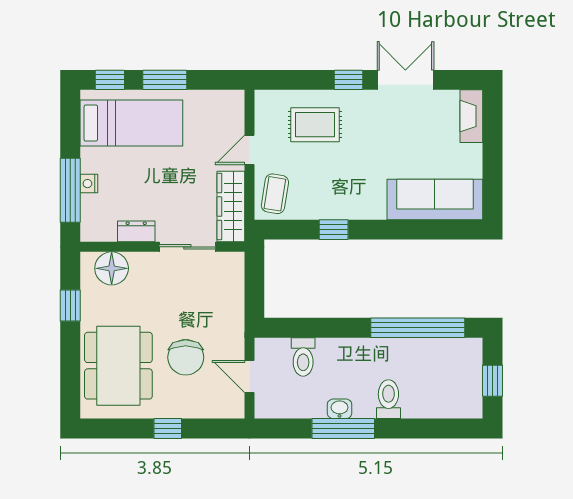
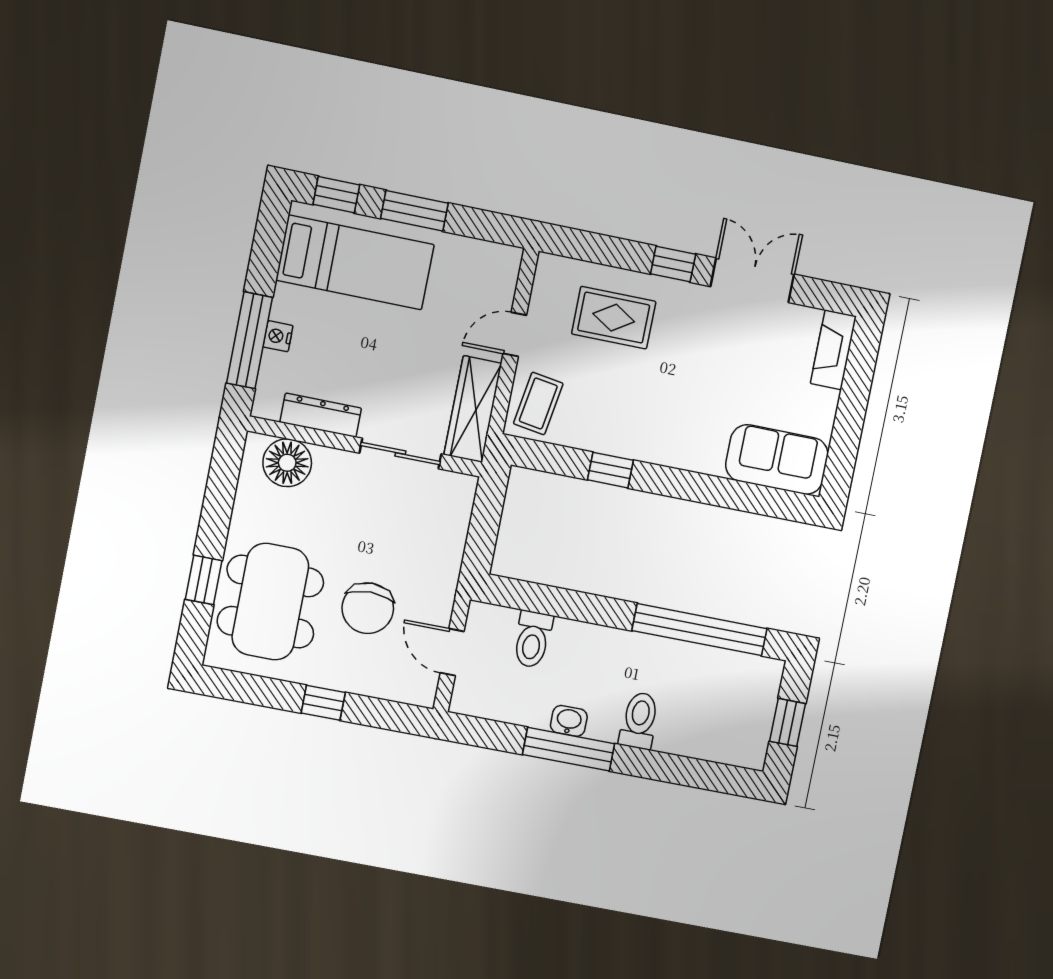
sofa: (435, 199) -> (777, 460), width x0.73
dresser: (136, 231) -> (321, 415), width x1.44
window: (70, 306) -> (204, 580), moved

